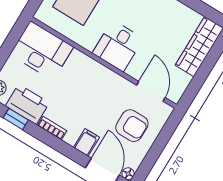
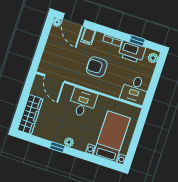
desk: (42, 51) -> (135, 90), width x0.73
armchair: (132, 126) -> (97, 67), moved

